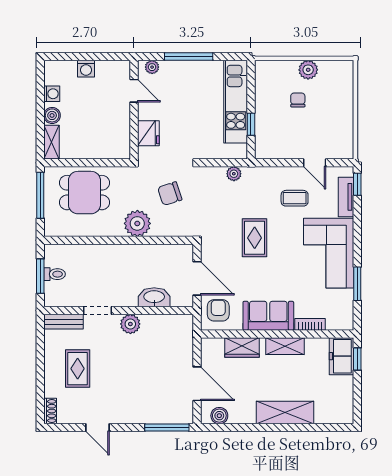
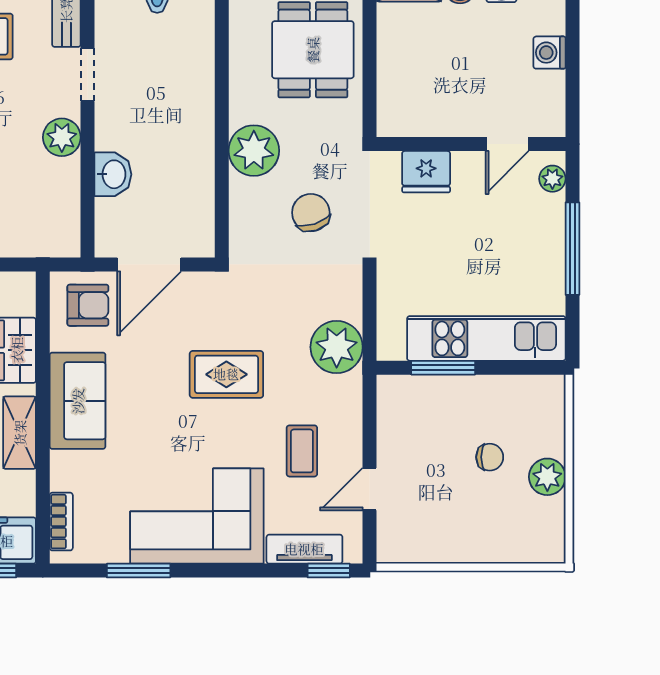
window: (251, 124) -> (443, 368), width x1.50
plant: (234, 174) -> (337, 347), width x1.87, depth x1.87
washbasin: (154, 297) -> (113, 174), width x0.72
bookcase: (310, 324) -> (61, 522), moved

